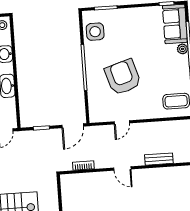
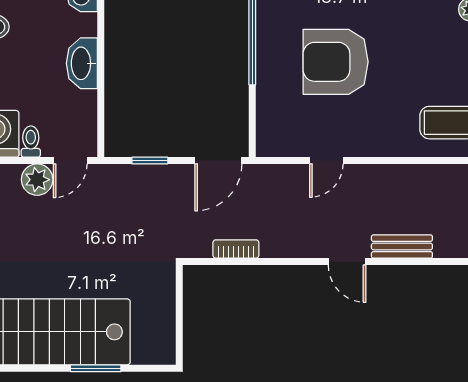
armchair: (123, 77) -> (336, 62), turned -73
door: (122, 169) -> (347, 262), moved

